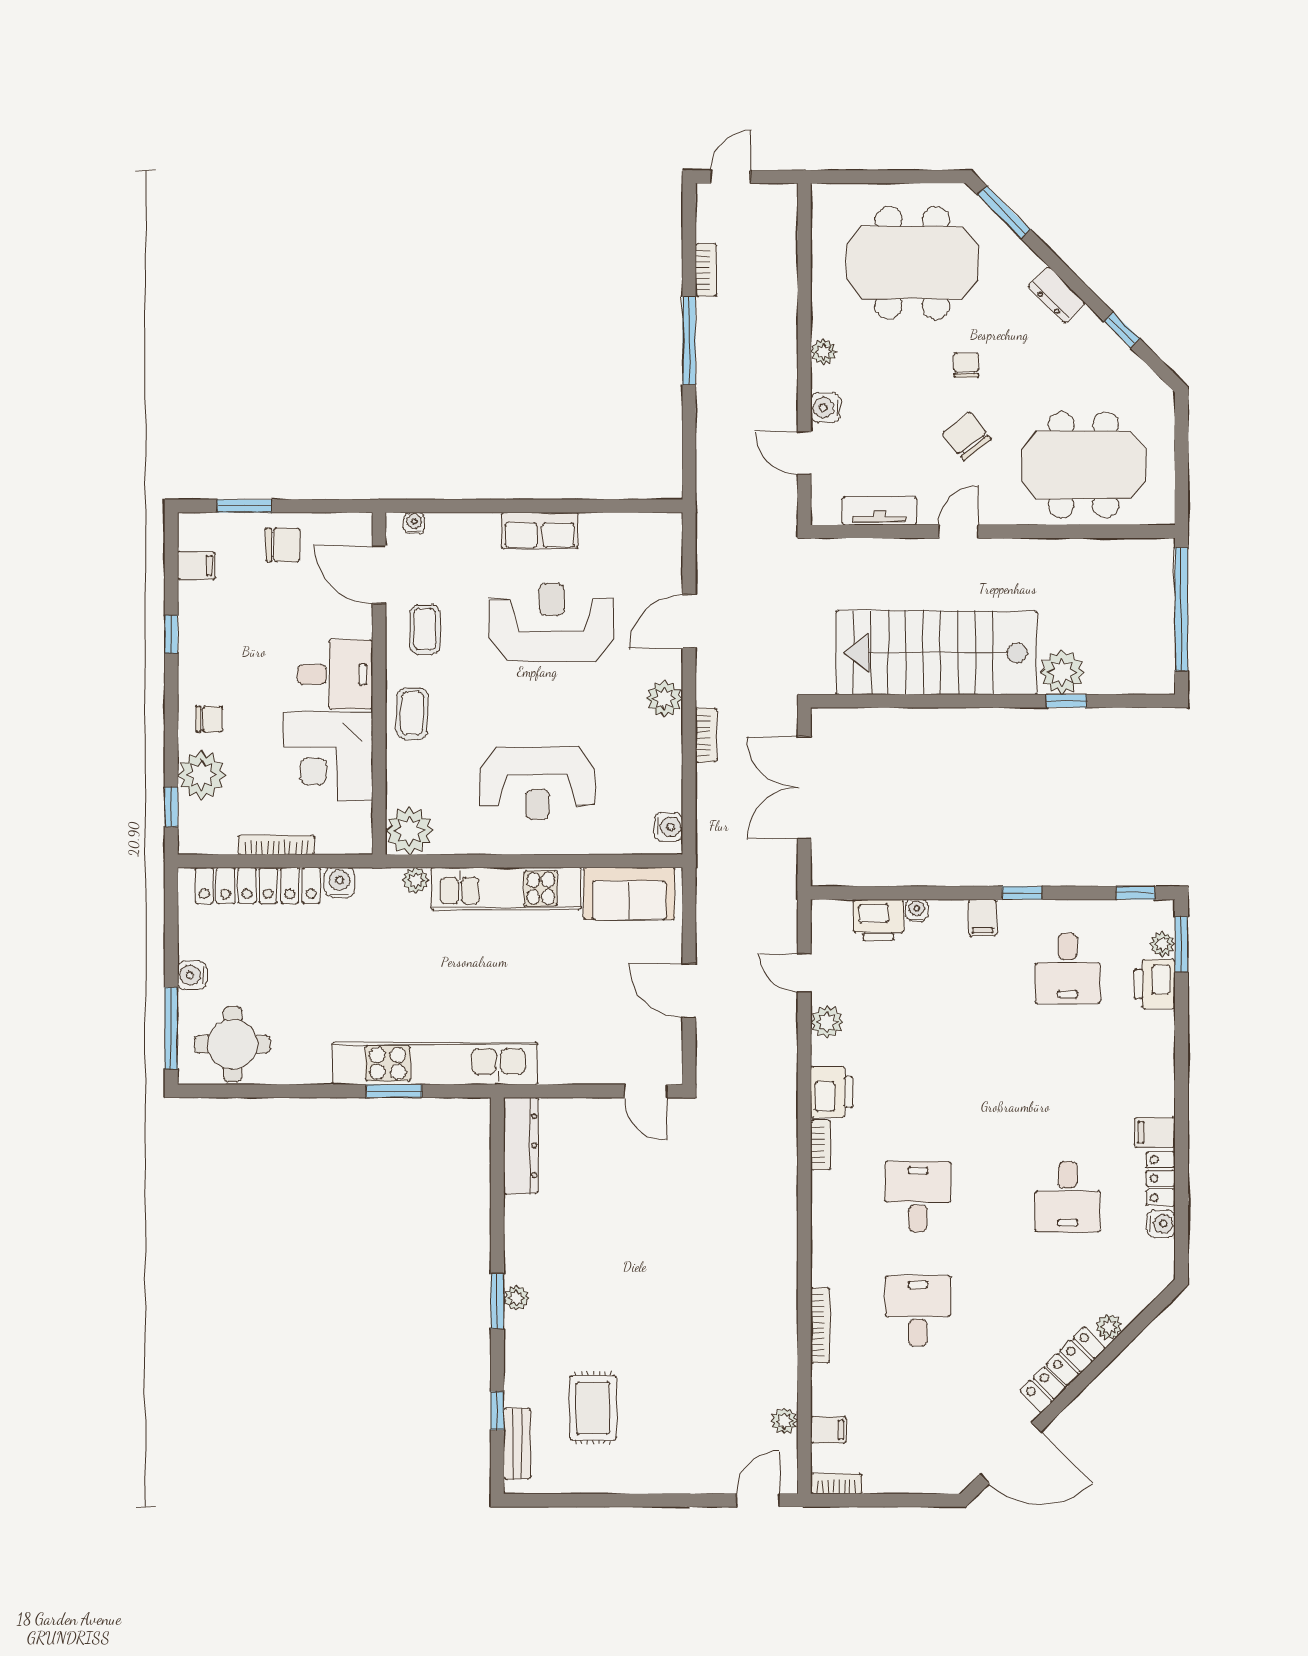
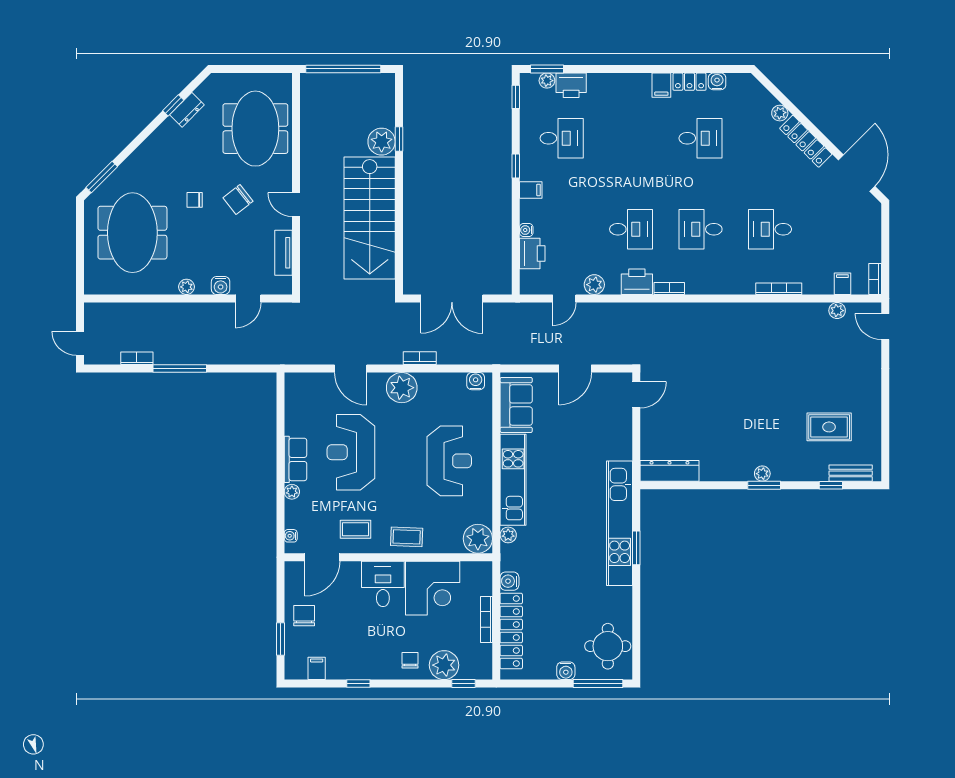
dresser: (1057, 295) -> (187, 110), moved
plant: (487, 525) -> (292, 492), added
plant: (664, 699) -> (402, 388), width x1.36, depth x1.36
desk: (918, 1082) -> (631, 229), added

